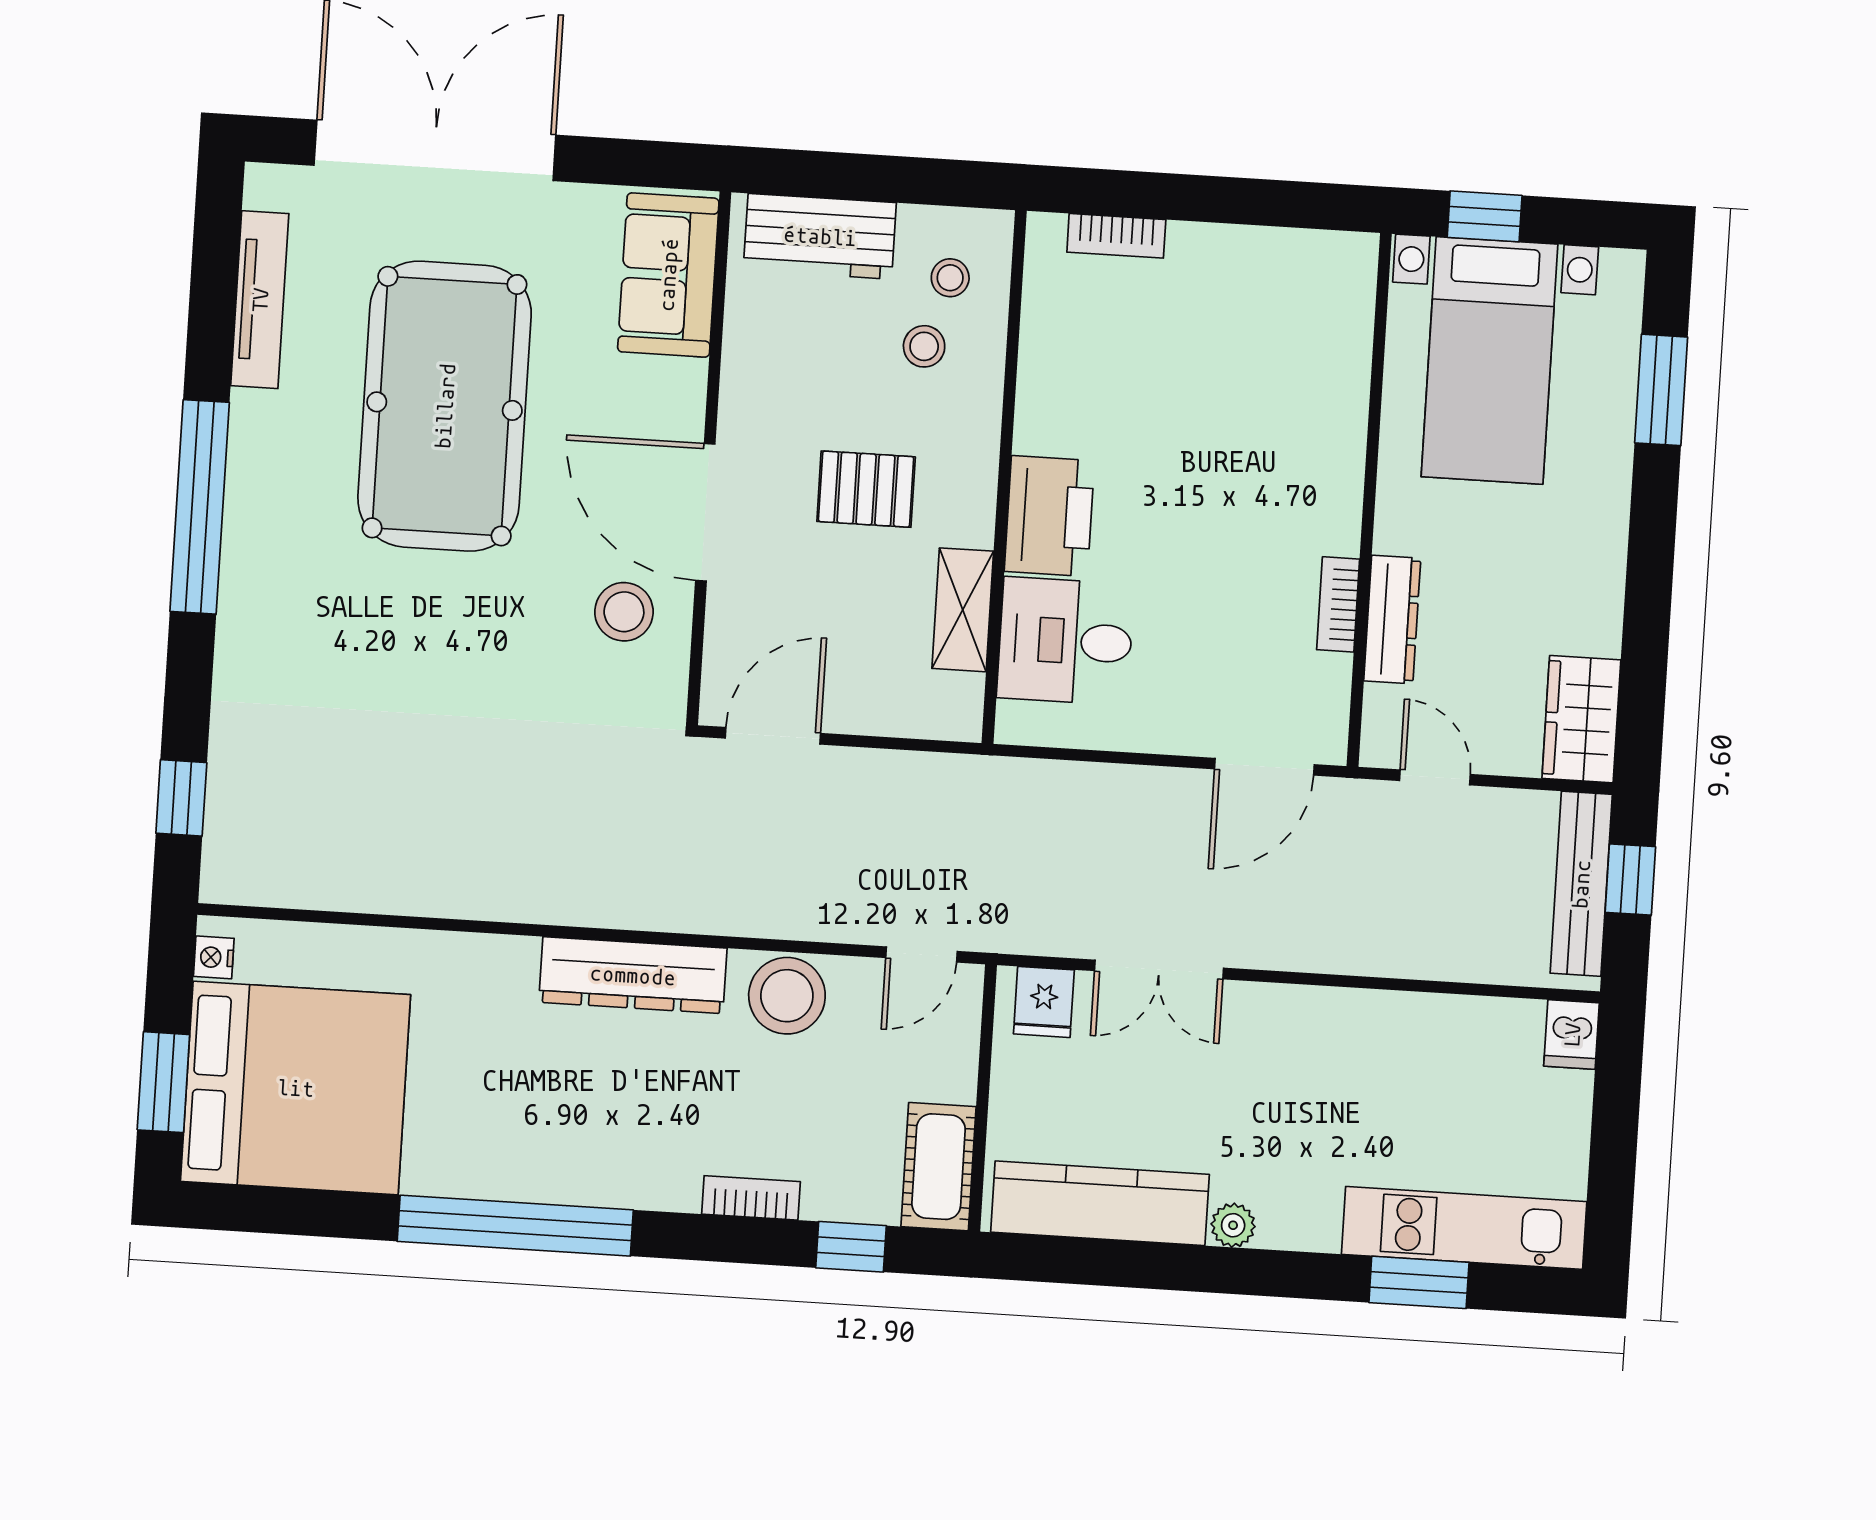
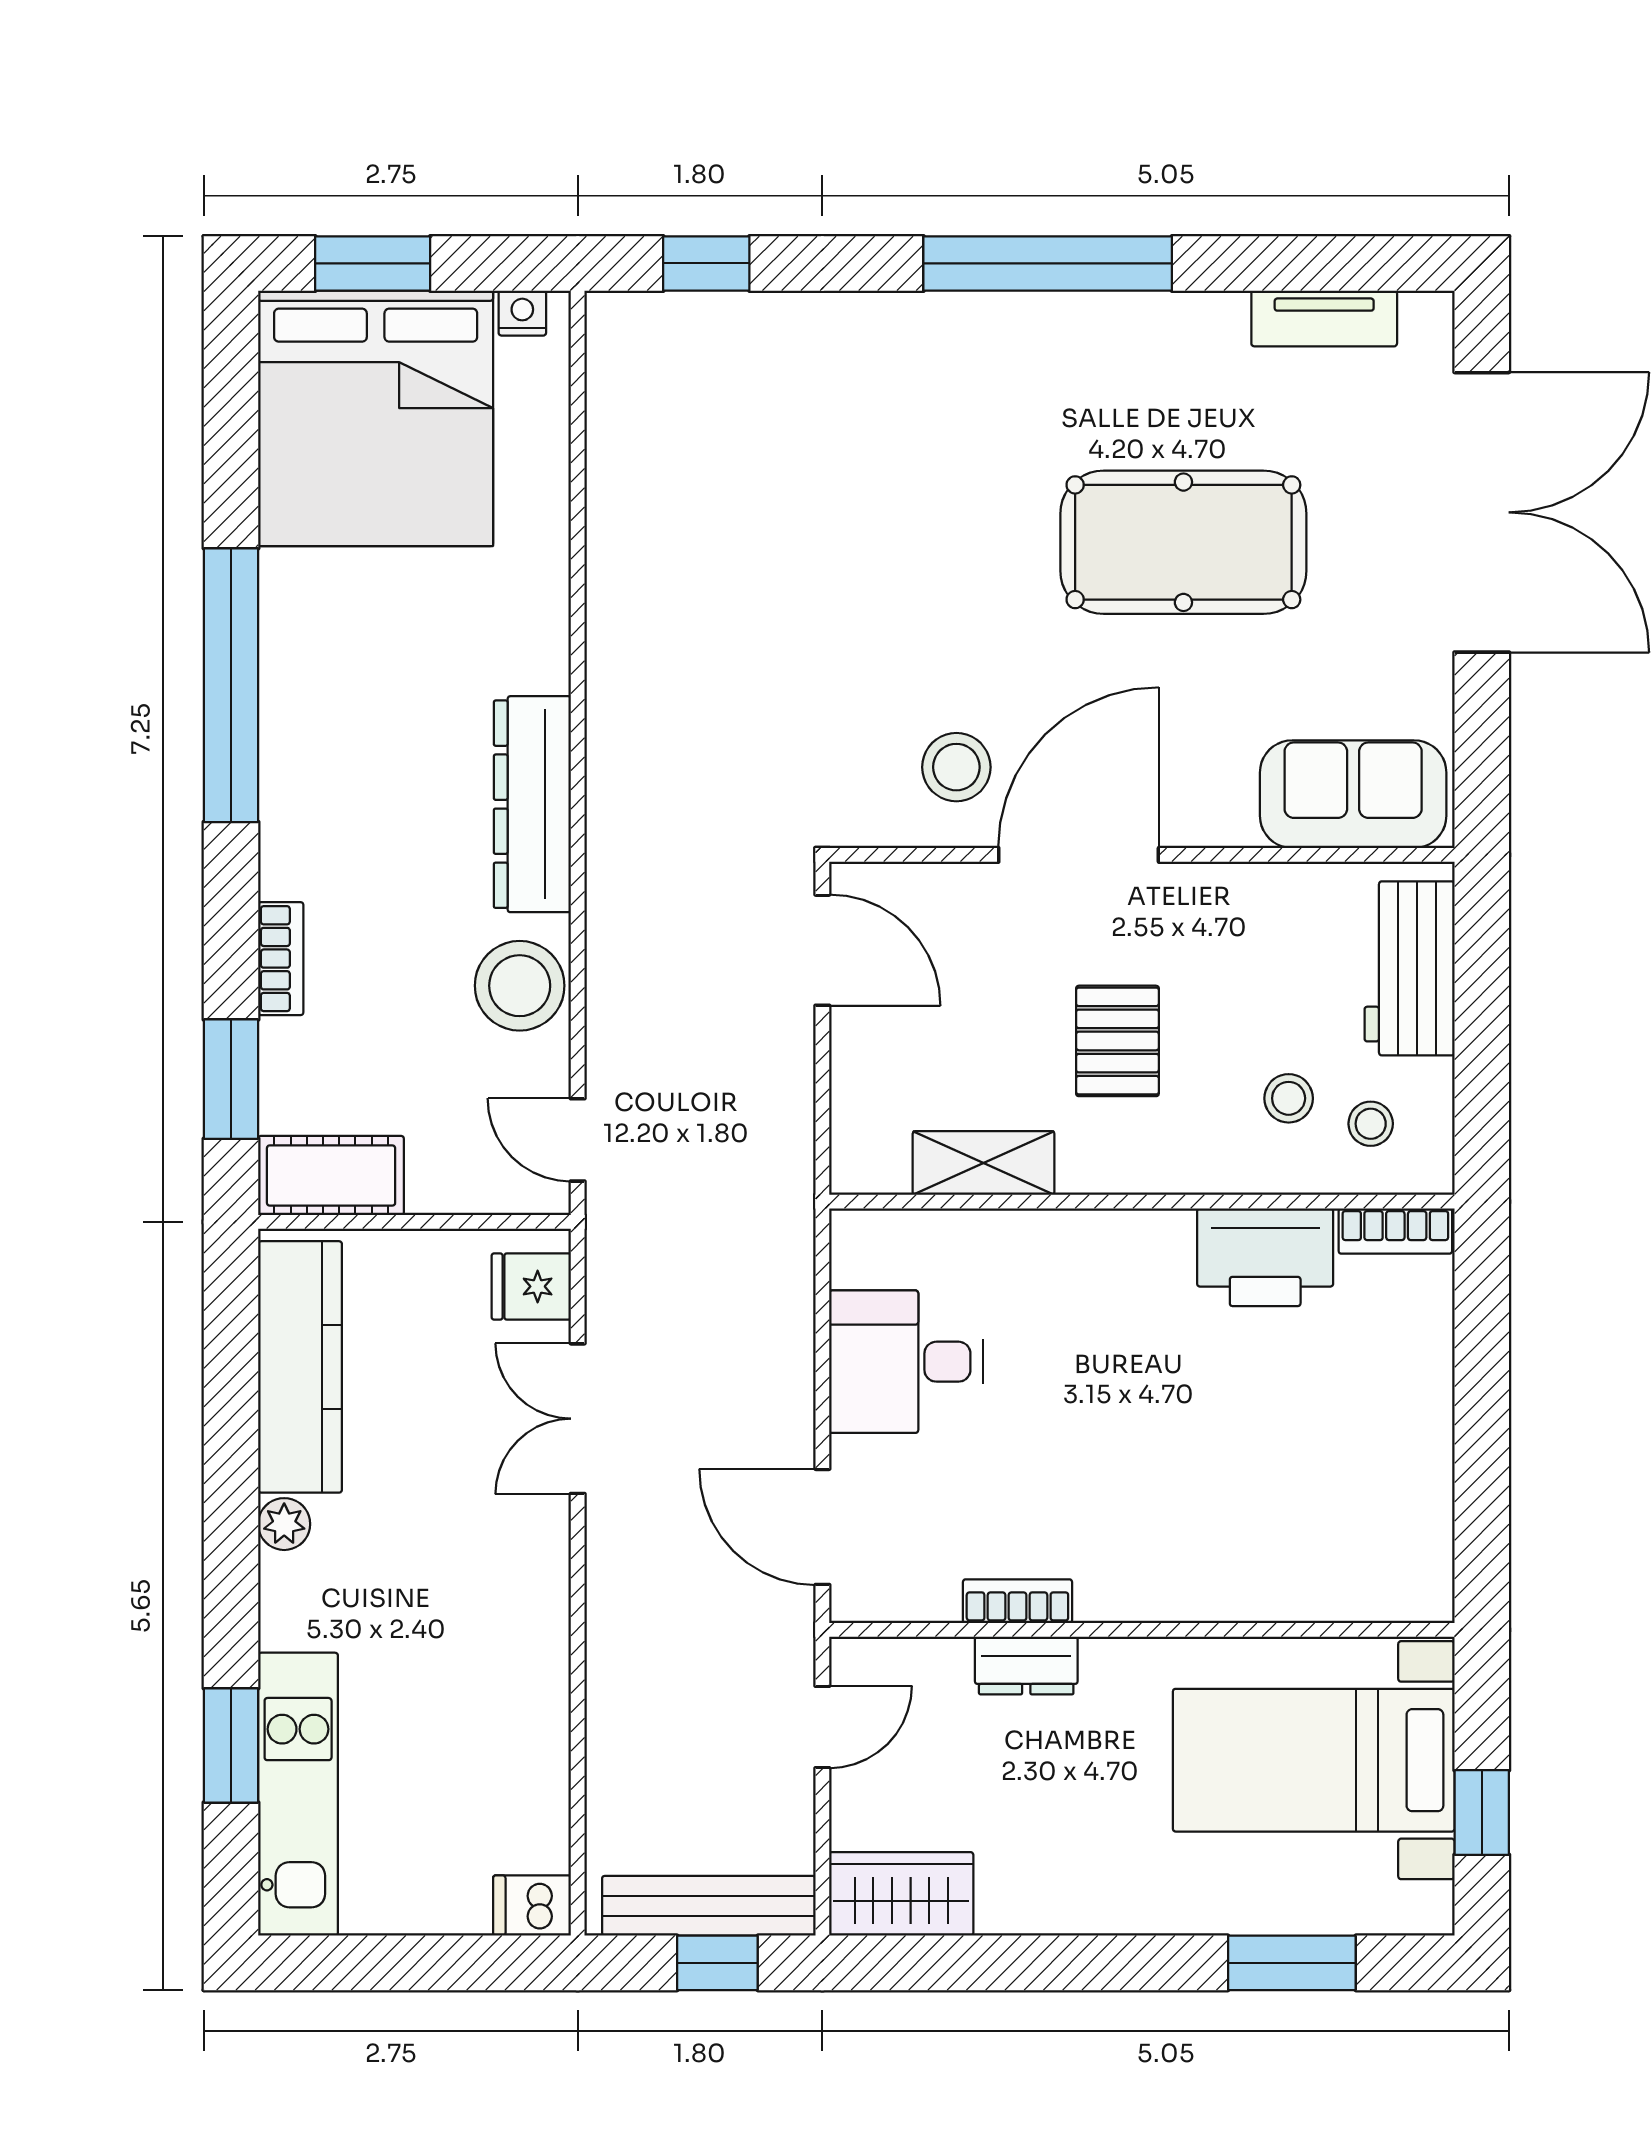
window: (1485, 216) -> (1482, 1813), moved
bookcase: (1116, 236) -> (1395, 1231), moved, turned -90
tv unit: (260, 300) -> (1324, 318), width x0.71
pool table: (445, 406) -> (1183, 542), width x0.73, depth x0.76
printer: (1049, 516) -> (1265, 1257), moved
dresser: (1392, 620) -> (1026, 1665), width x0.70
desk: (1065, 641) -> (906, 1362), moved, turned -90
window: (851, 1247) -> (231, 1079), width x1.50

